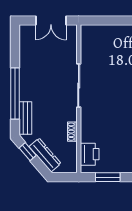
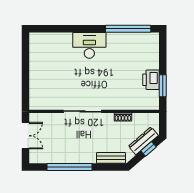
window: (15, 94) -> (70, 167), moved
window: (28, 152) -> (149, 149), moved
printer: (90, 154) -> (151, 80), moved, turned -90

